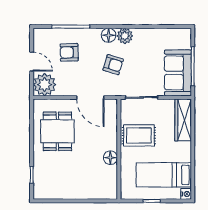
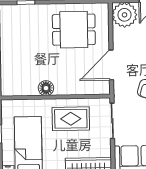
rug: (139, 135) -> (71, 119), turned 90

